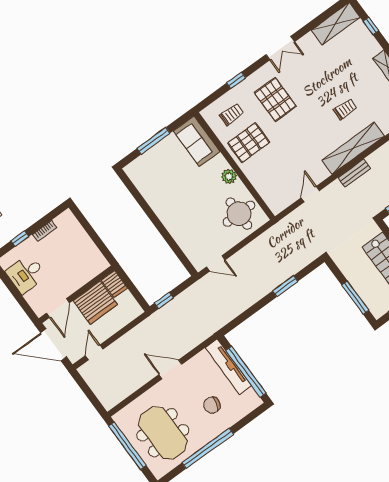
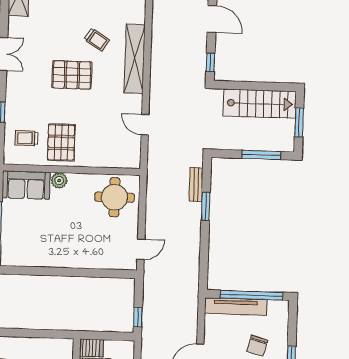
pallet: (275, 99) -> (72, 75), moved
trolley: (345, 109) -> (97, 40), turned 121
trolley: (232, 114) -> (27, 138), turned -90
bench: (354, 173) -> (196, 184), moved
plant: (229, 176) -> (59, 180), moved

